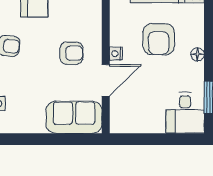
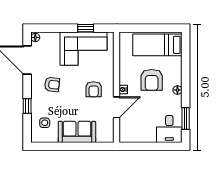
armchair: (71, 53) -> (94, 89), turned 90
sofa: (74, 117) -> (77, 132), moved

